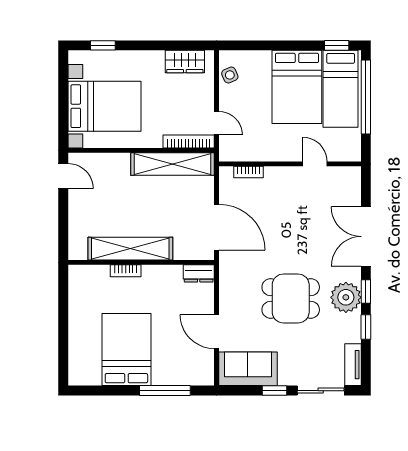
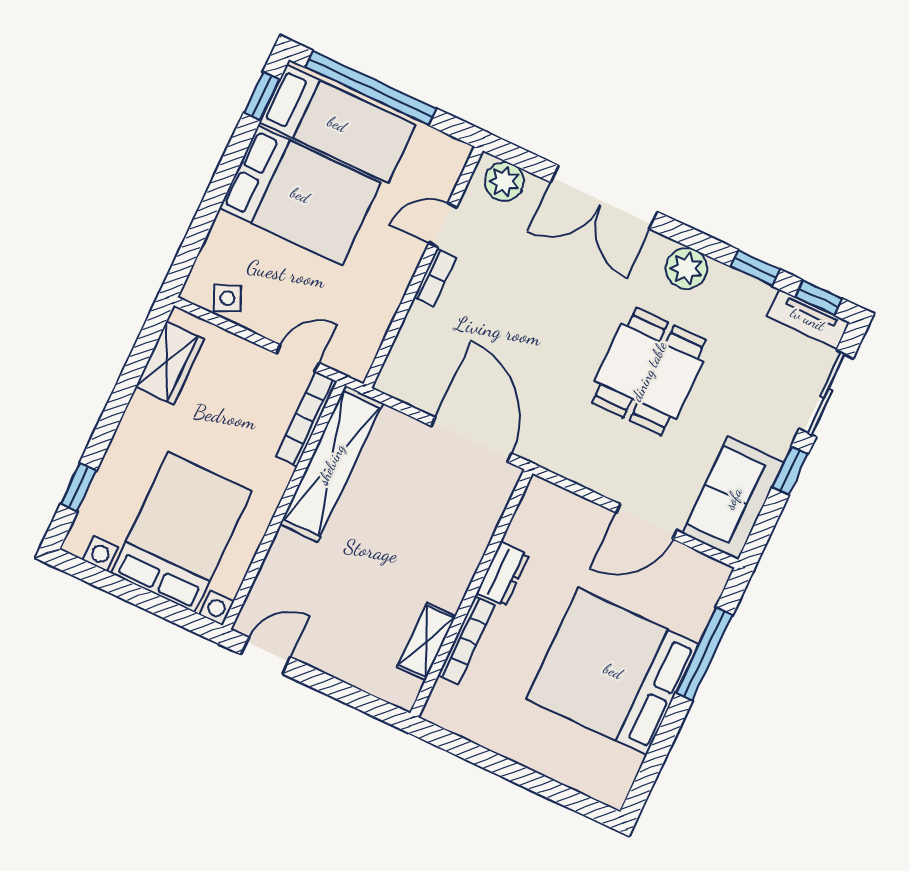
bookcase: (249, 172) -> (435, 277), moved
plant: (351, 184) -> (504, 182), added
door: (217, 227) -> (472, 440), hinge flipped
shelving: (130, 249) -> (426, 641), width x0.45, depth x0.75
bookcase: (126, 271) -> (467, 640), width x1.56
dresser: (199, 273) -> (503, 574), moved
window: (366, 292) -> (819, 298), moved
plant: (346, 297) -> (686, 268), width x0.73, depth x0.73
bed: (126, 350) -> (613, 671), width x1.36

